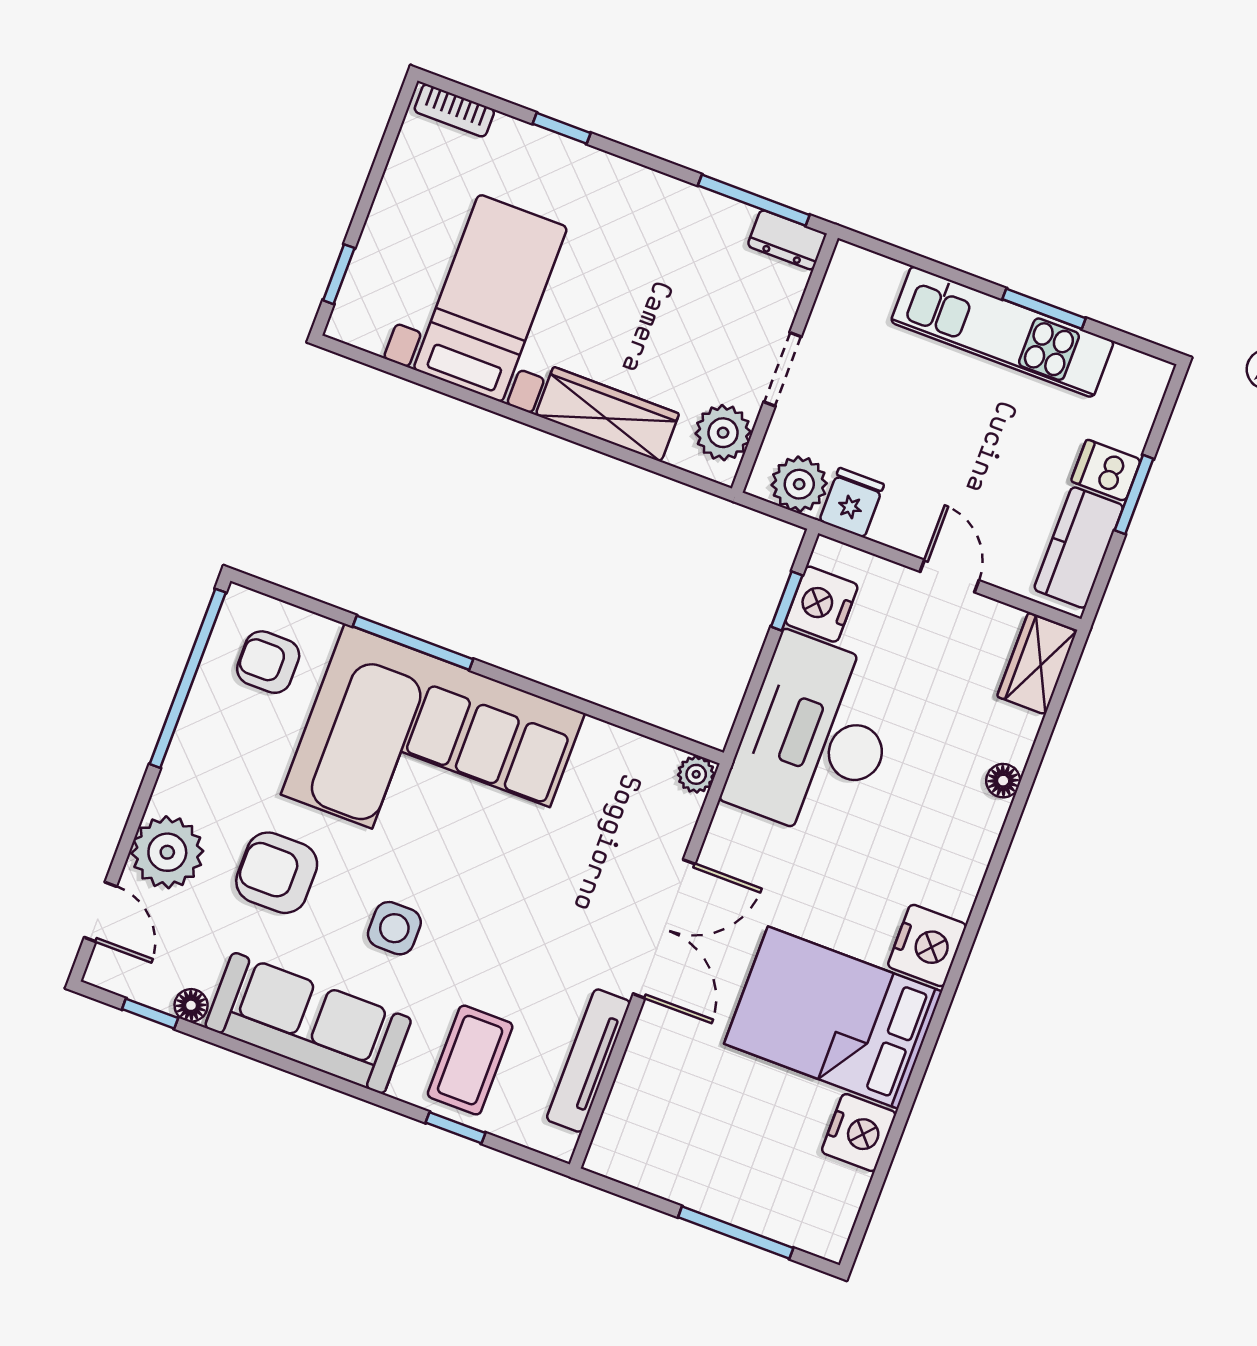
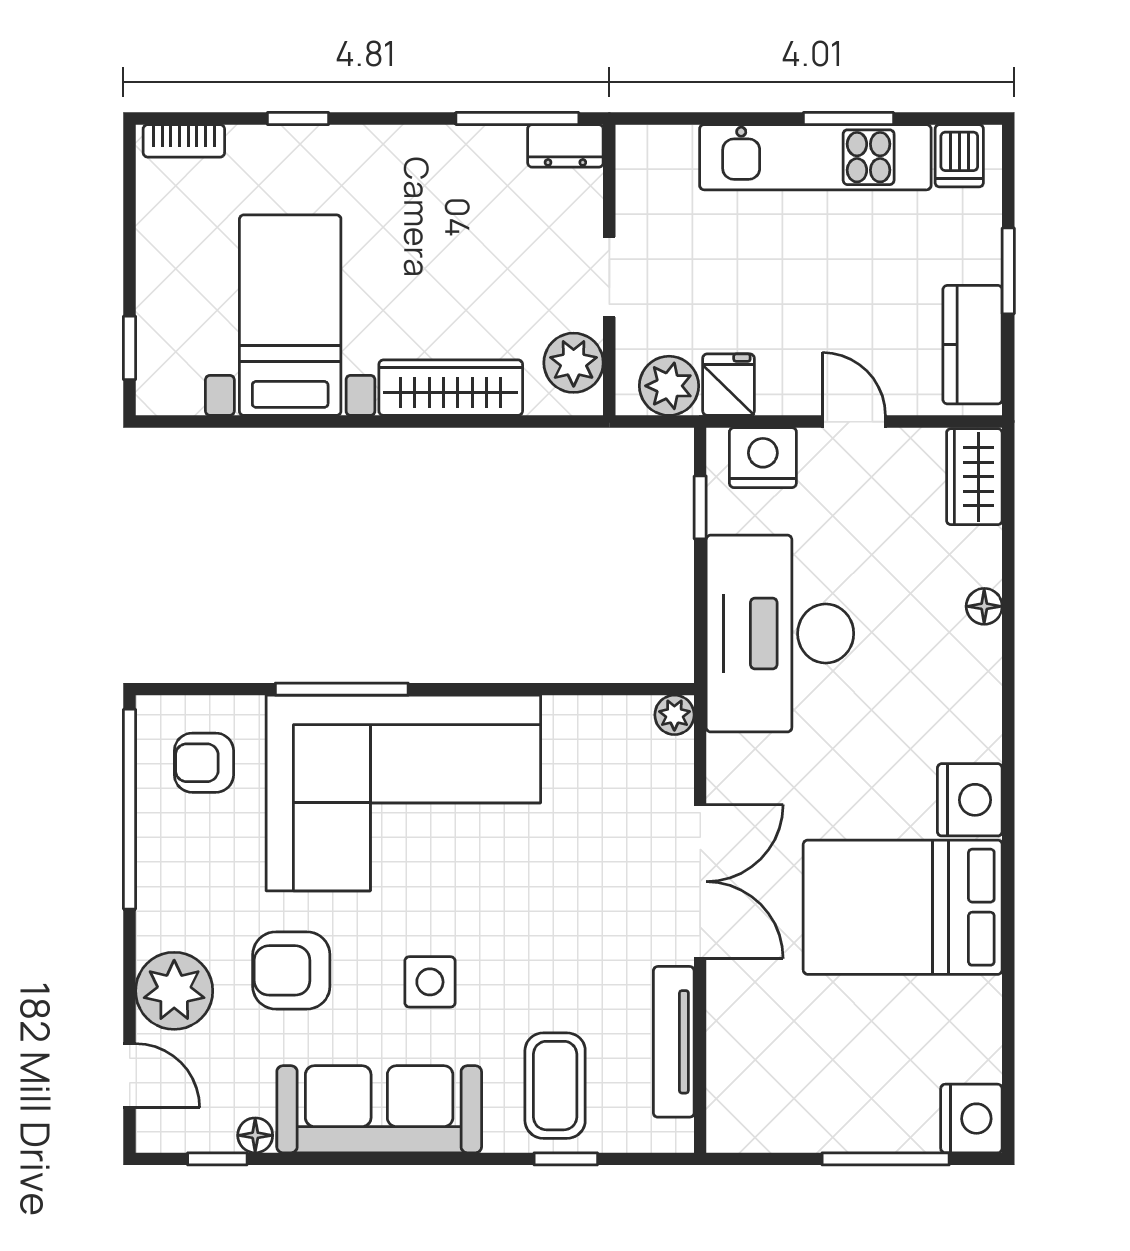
dishwasher: (1106, 470) -> (959, 156), moved, turned -90
nightstand: (822, 604) -> (763, 458), moved, turned 90
nightstand: (859, 1133) -> (971, 1119), moved

